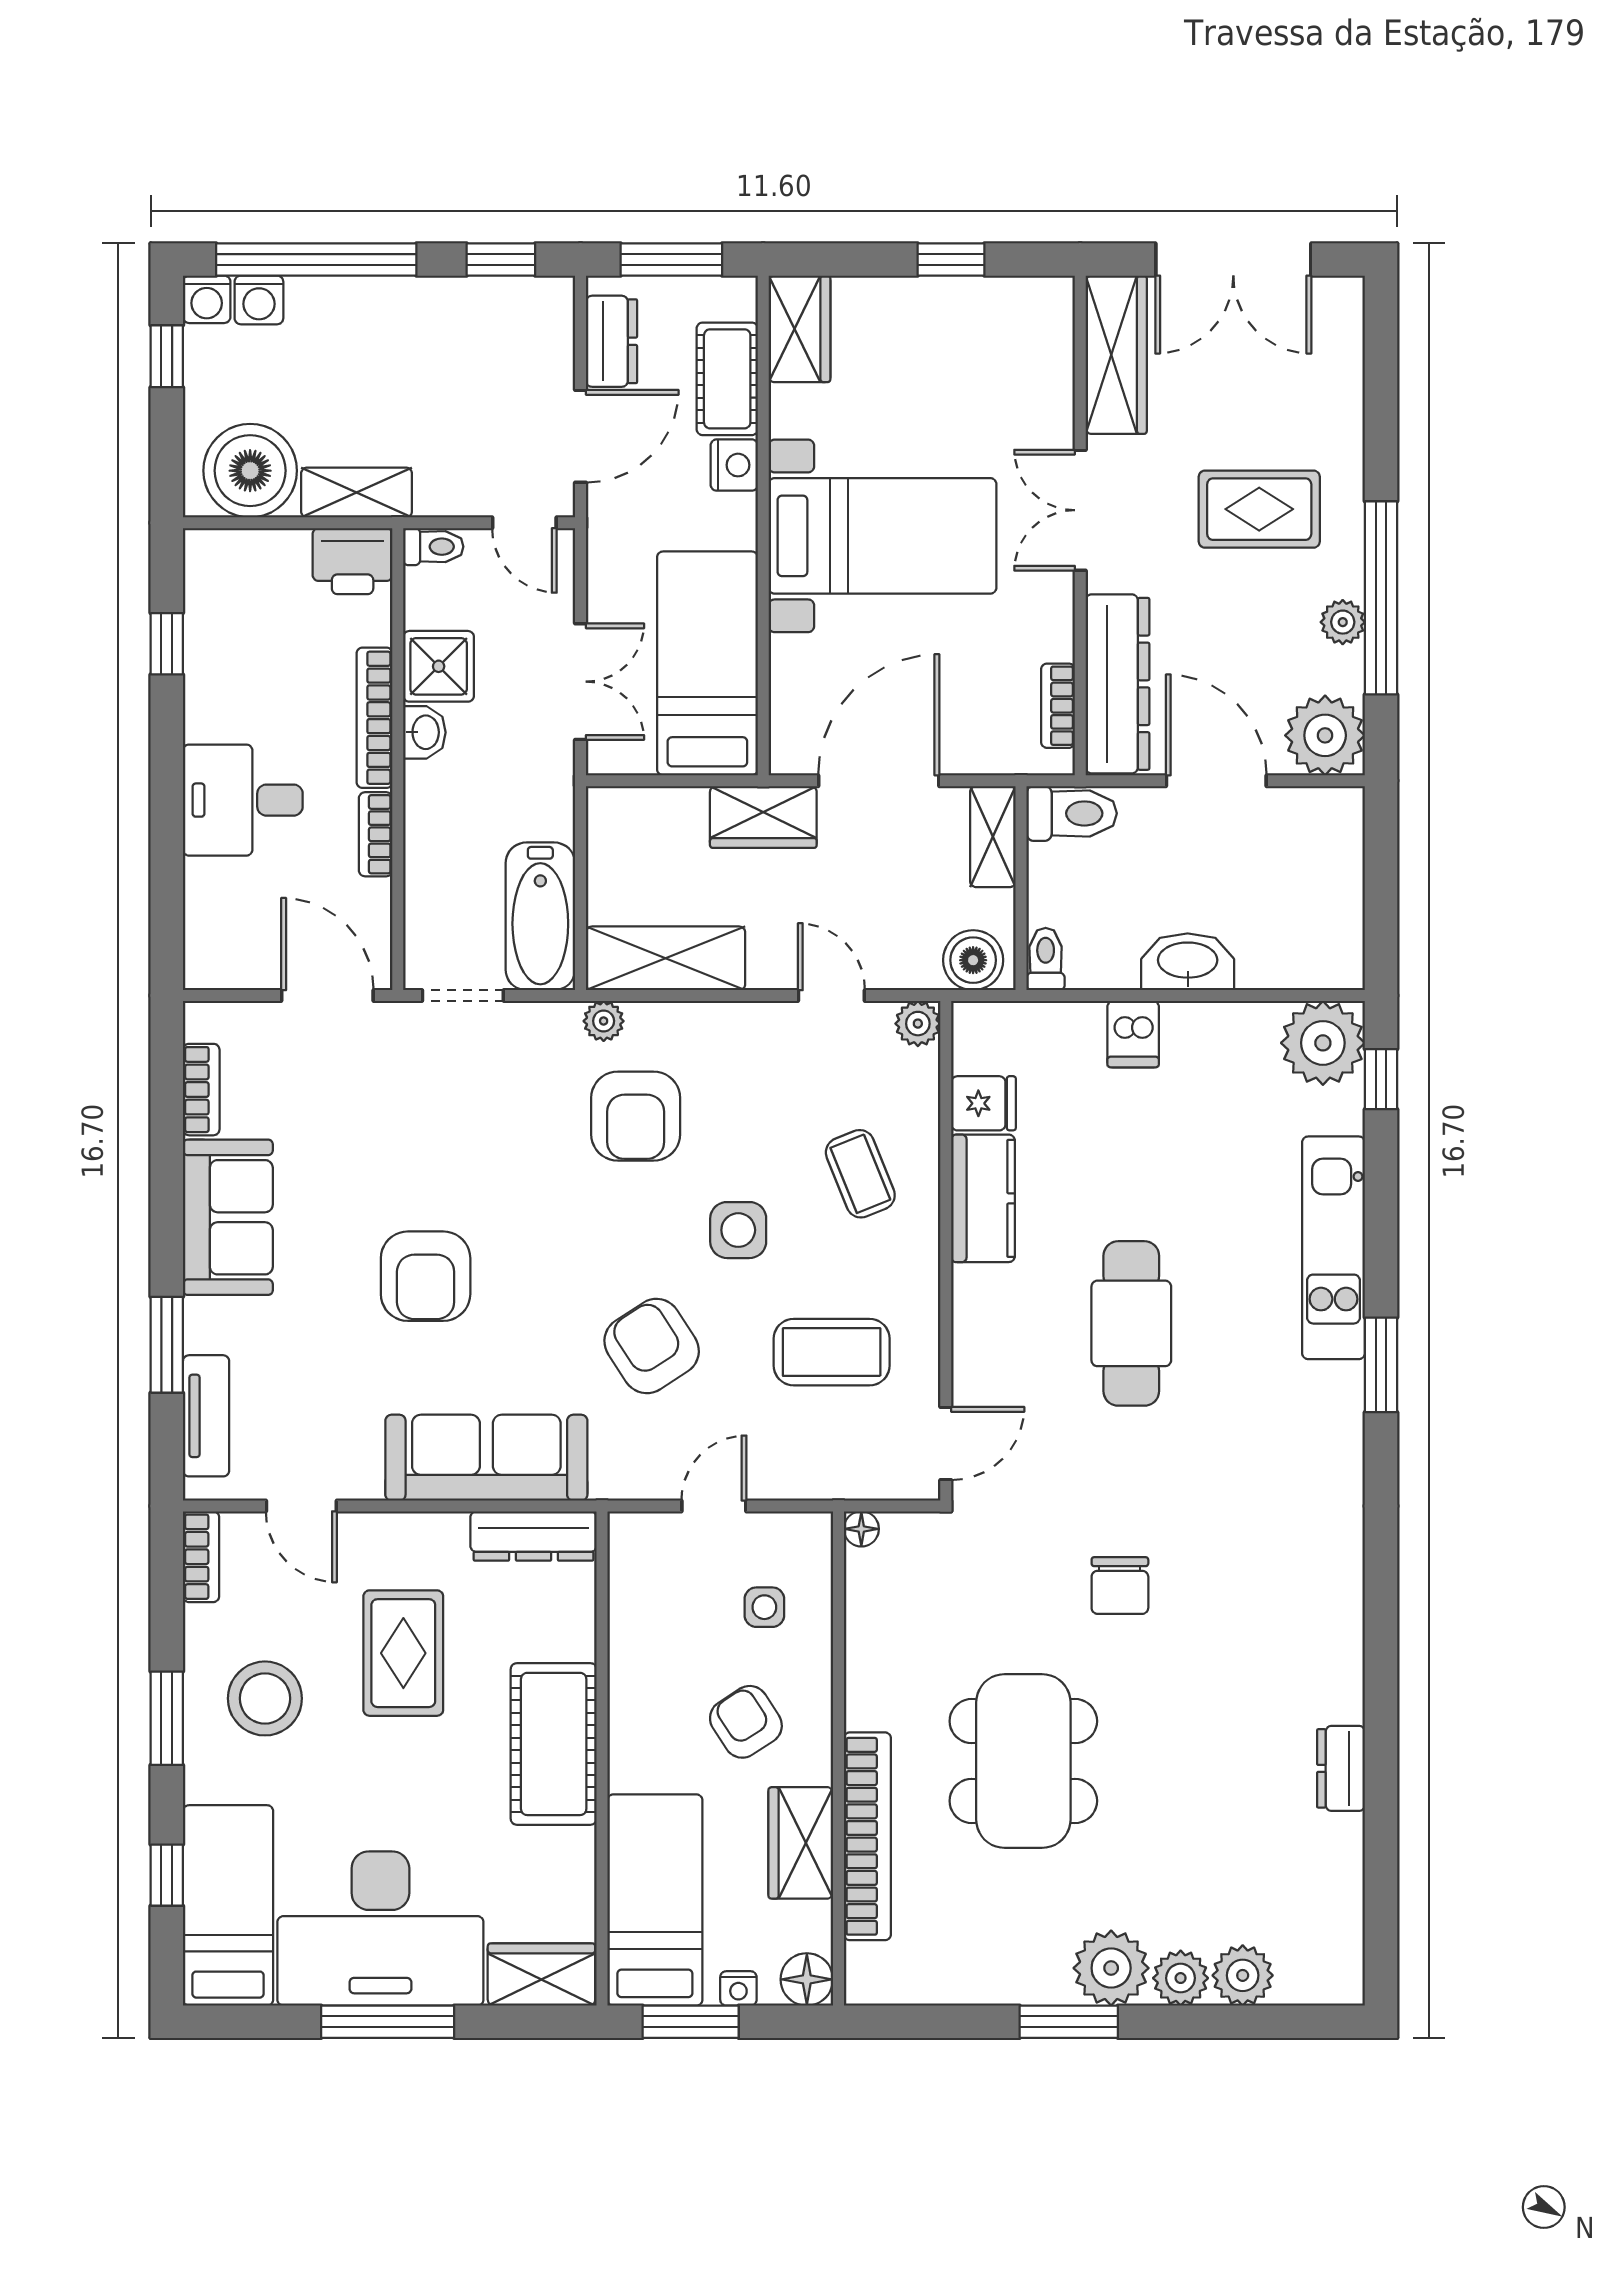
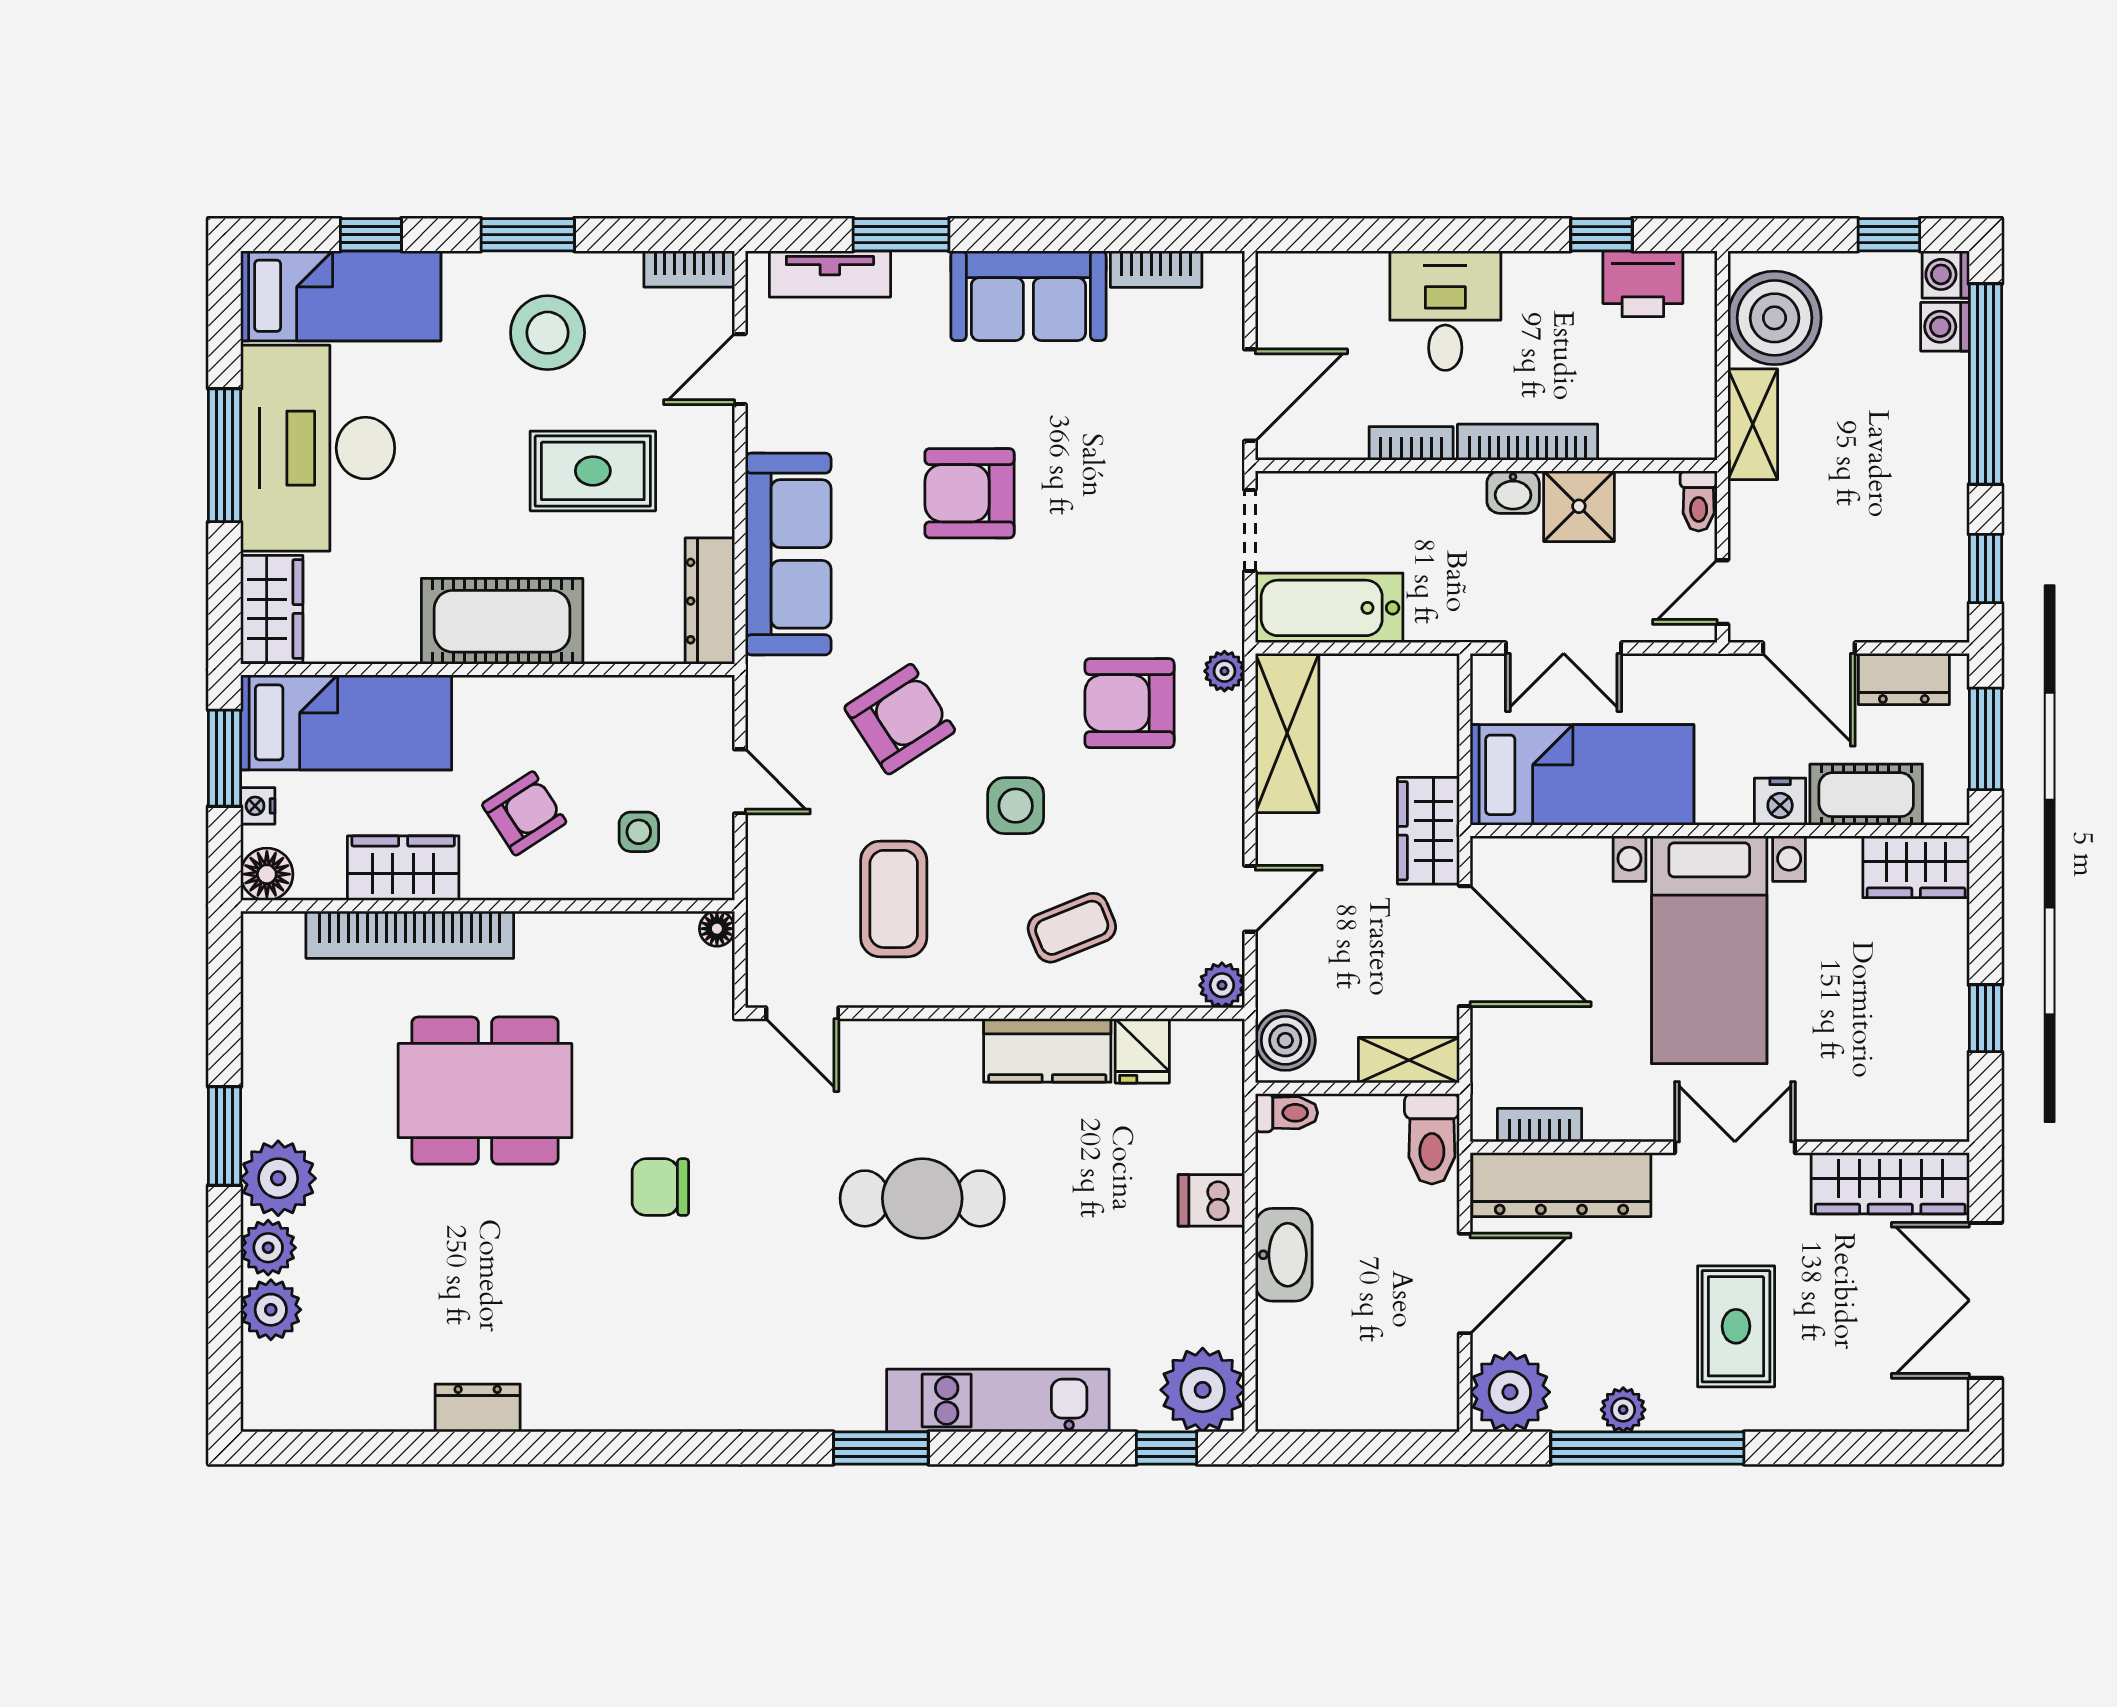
printer: (353, 561) -> (1643, 284), moved, turned -90

